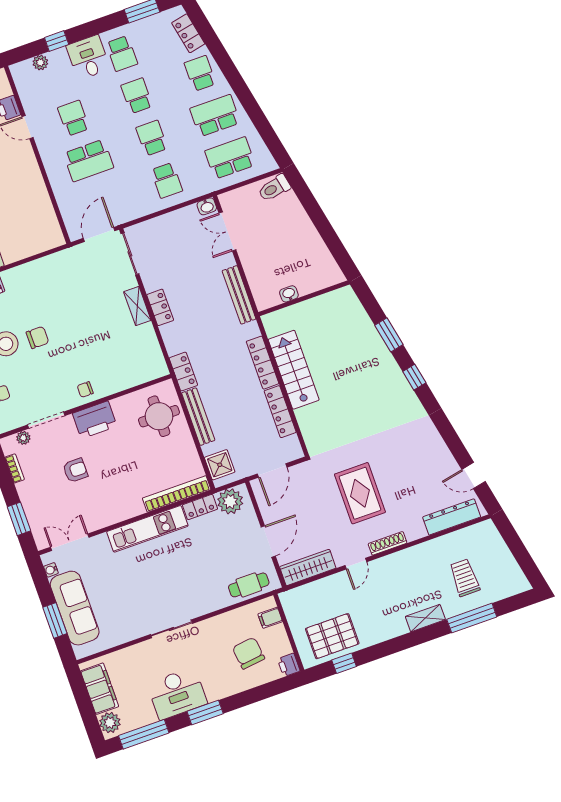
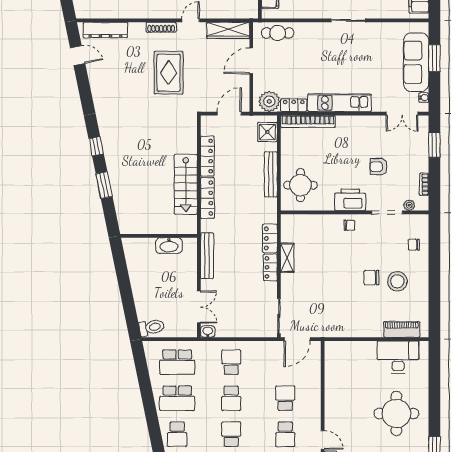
school desk: (137, 96) -> (231, 434), turned 180
school desk: (88, 160) -> (285, 398), width x0.54
washbasin: (289, 294) -> (169, 246), width x1.91, depth x1.45
shelving: (137, 306) -> (287, 258), moved
locker: (183, 372) -> (270, 238), moved

